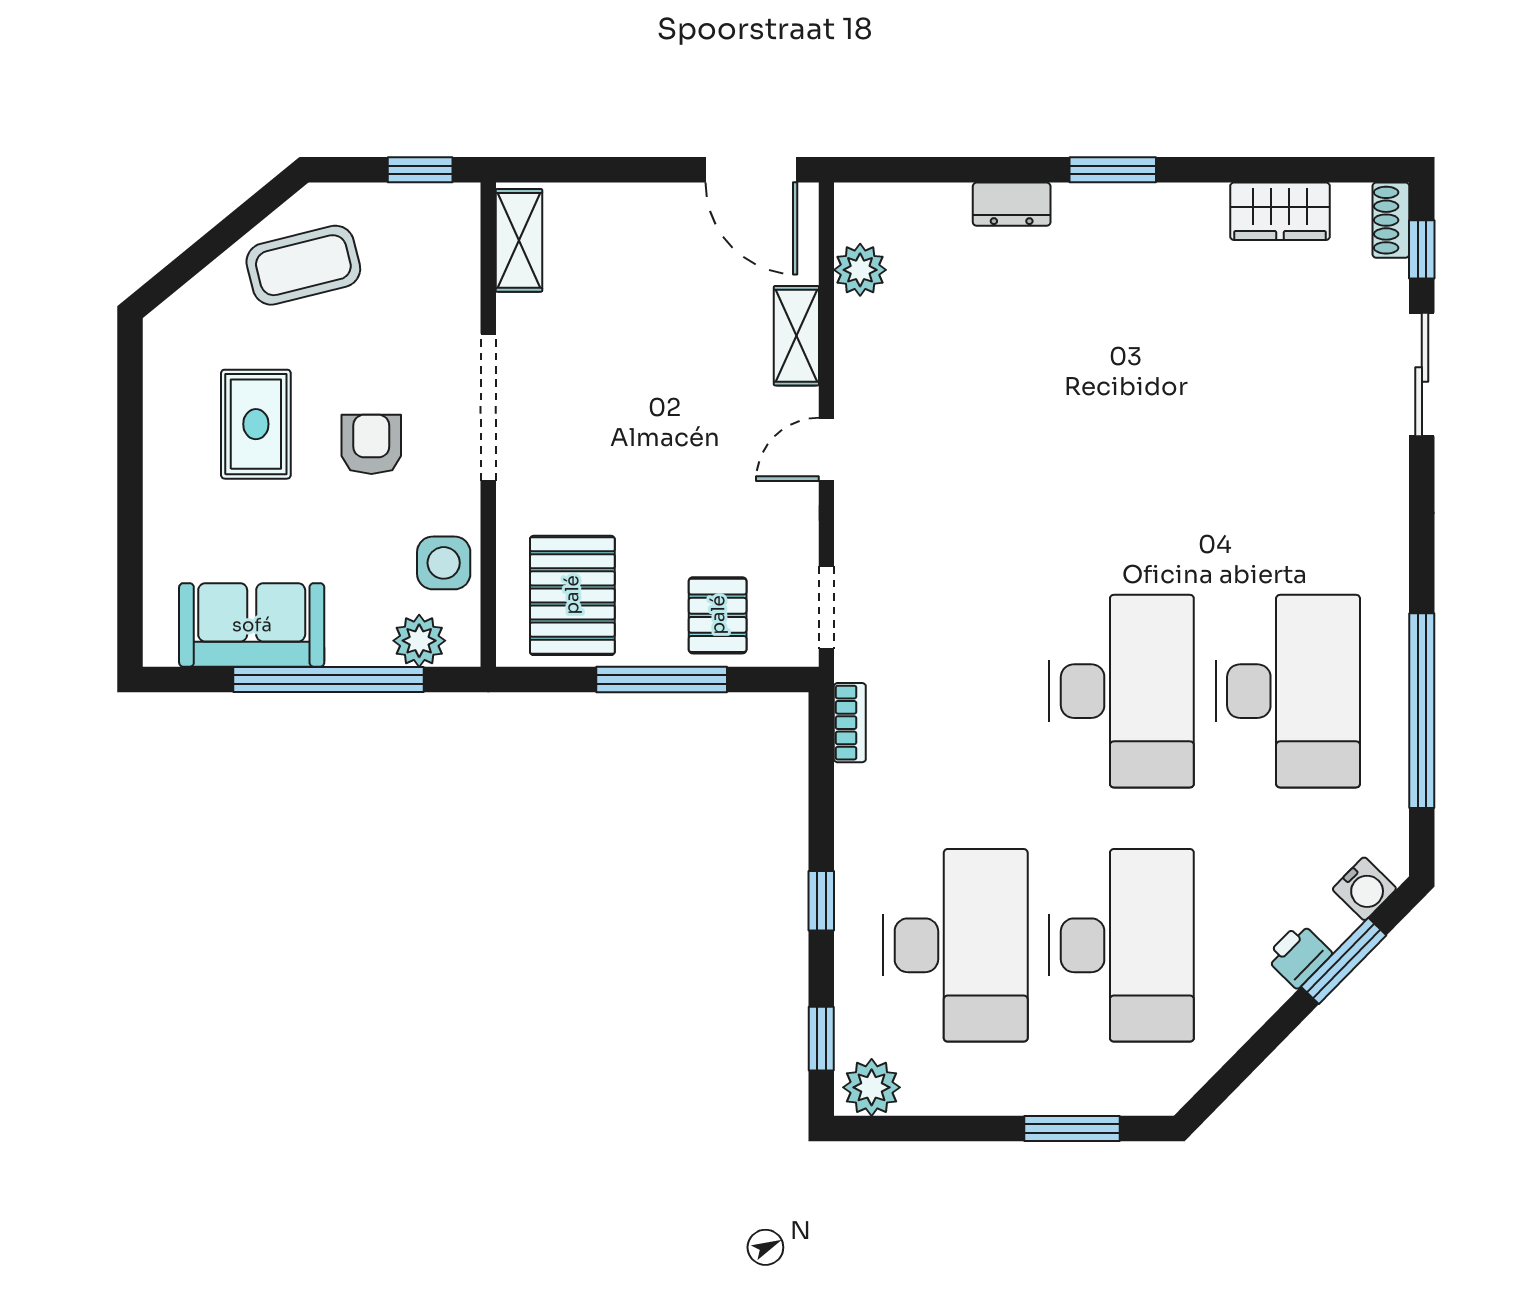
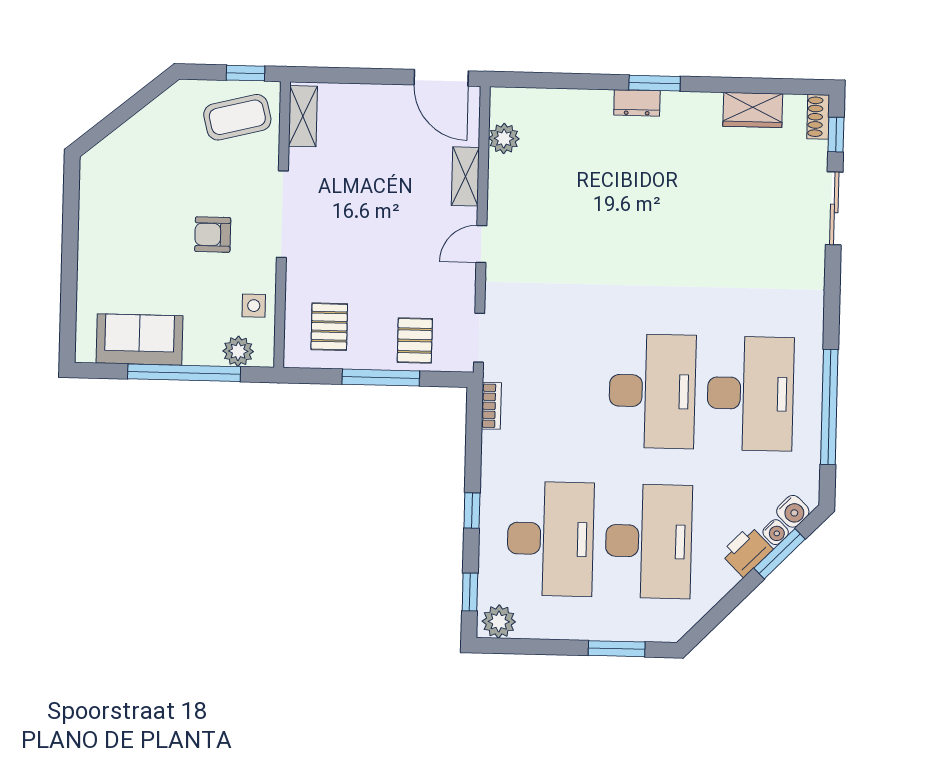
dresser: (1012, 204) -> (637, 103), moved
coffee table: (303, 265) -> (237, 117), moved
rug: (256, 424) -> (145, 221), removed
armchair: (371, 444) -> (213, 235), turned -90
side table: (444, 563) -> (254, 306), width x0.73, depth x0.73
pallet: (572, 595) -> (329, 327), width x0.67, depth x0.71
water cooler: (1336, 925) -> (776, 532), added
printer: (1299, 955) -> (747, 551), width x1.36, depth x1.24

